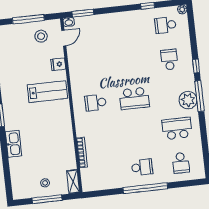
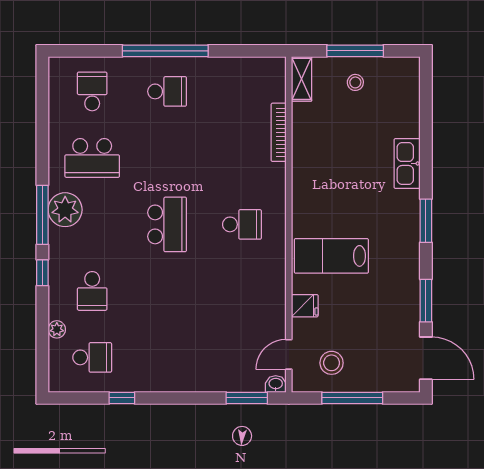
plant: (182, 9) -> (57, 329), moved
school desk: (134, 98) -> (167, 224), turned 90
school desk: (142, 167) -> (167, 91), turned 180

